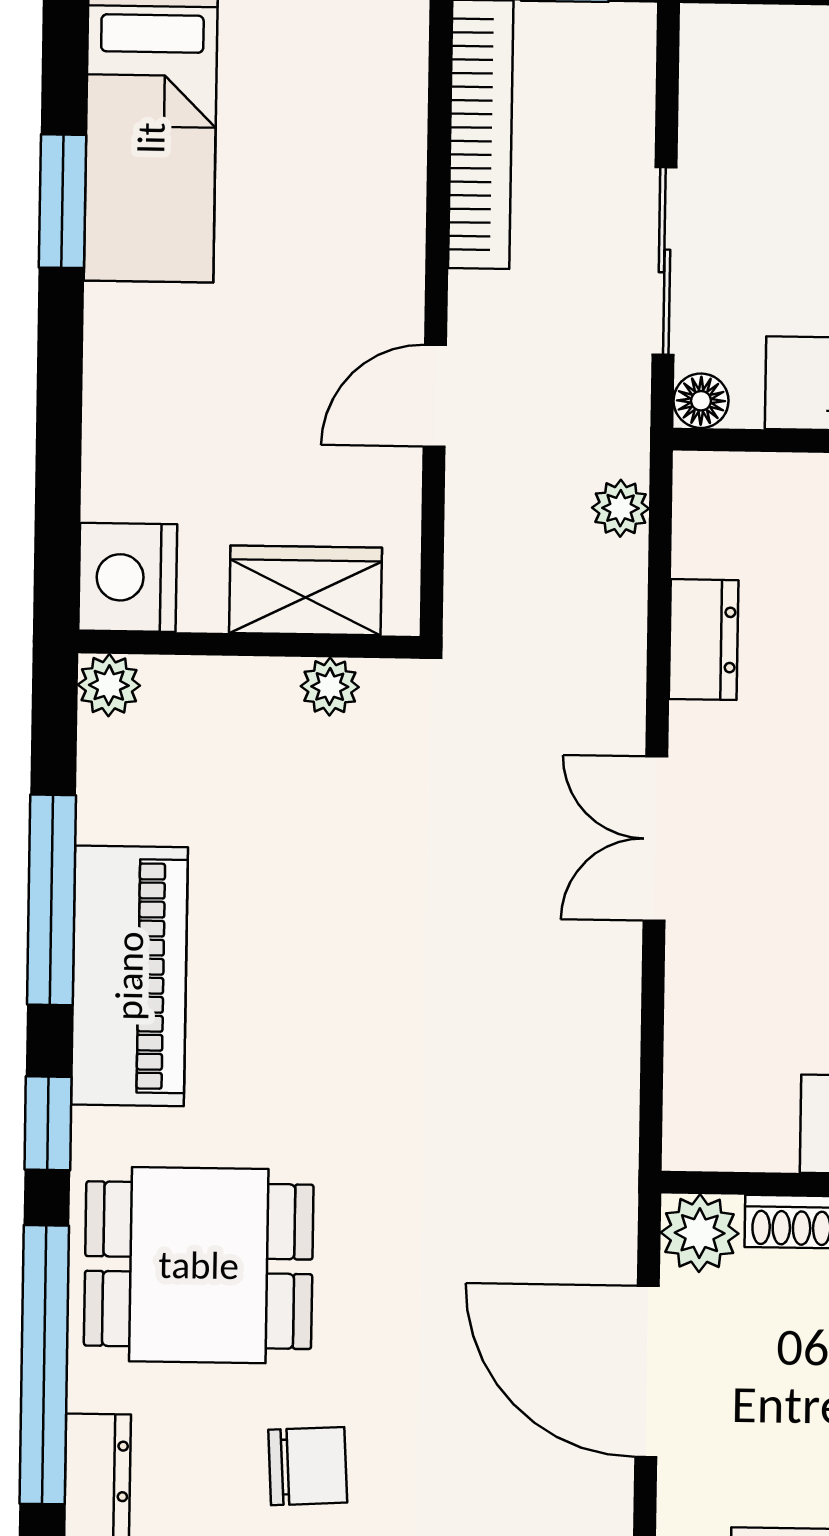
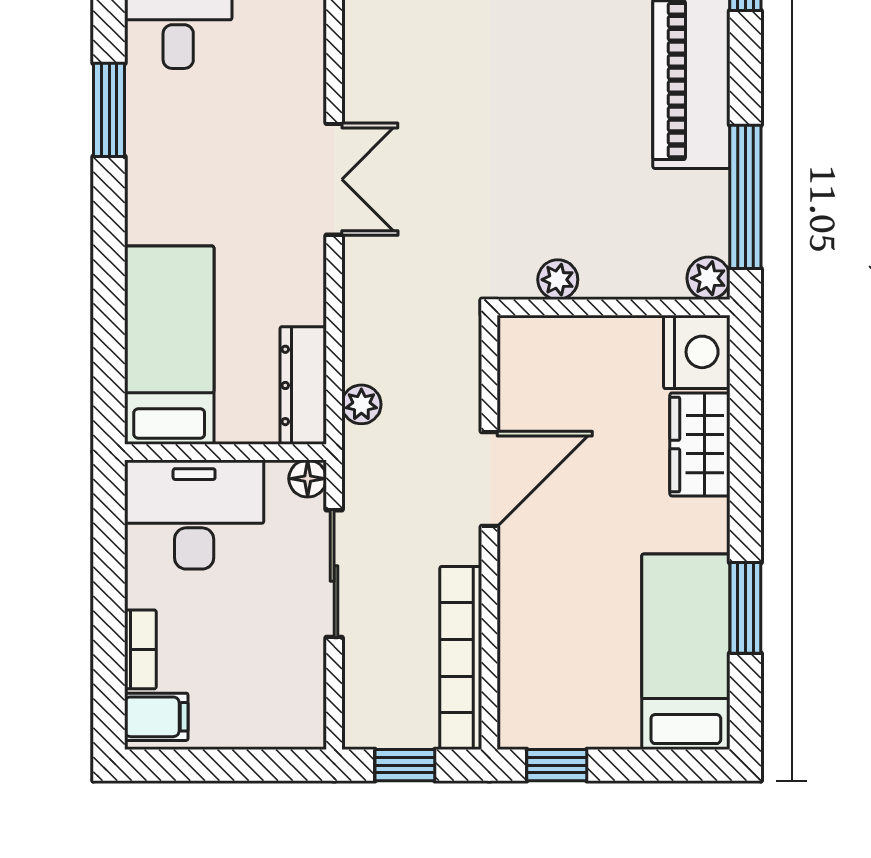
door: (435, 396) -> (489, 479), width x1.38
wardrobe: (305, 590) -> (700, 444), moved, turned 90
dresser: (704, 640) -> (303, 385), moved, width x1.44
window: (52, 900) -> (745, 197), moved

